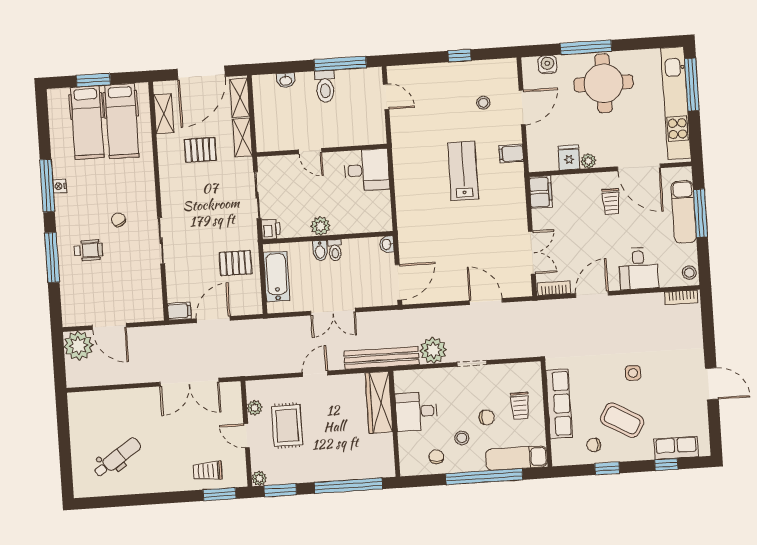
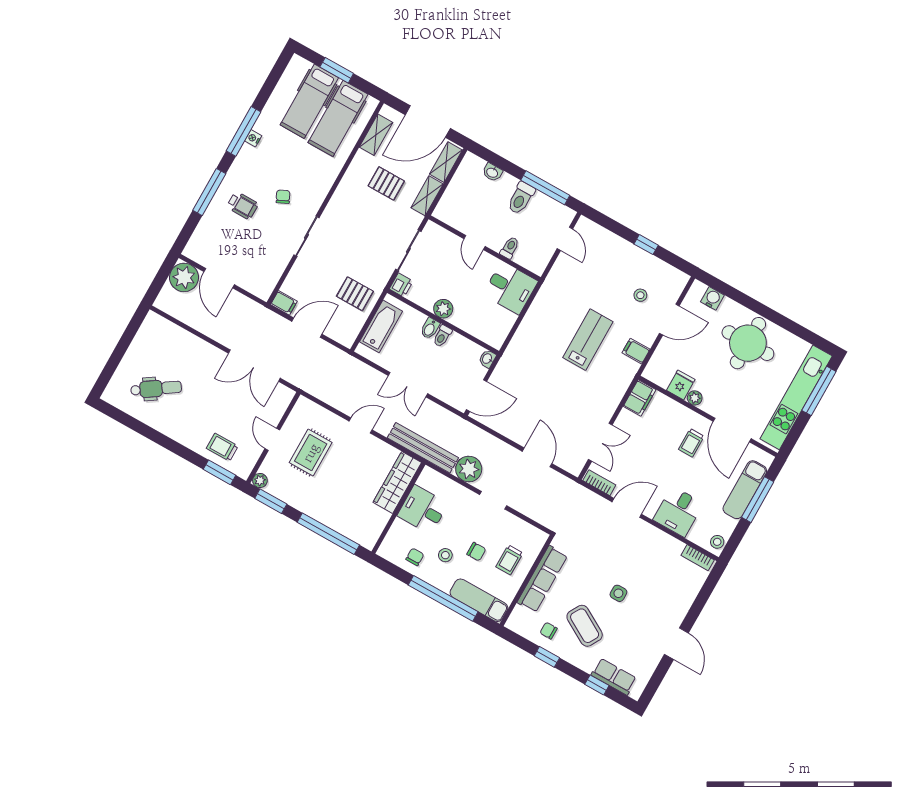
window: (586, 47) -> (753, 305), removed
toilet: (343, 136) -> (510, 248), added
plant: (255, 408) -> (294, 421), removed

